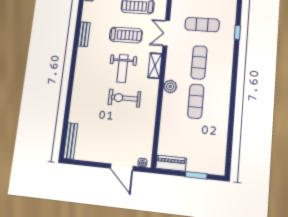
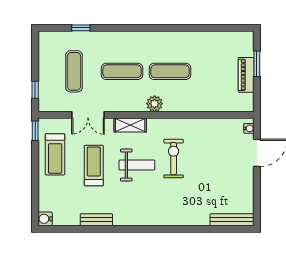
exercise bike: (124, 98) -> (174, 159), turned 180
piano: (171, 163) -> (246, 75), moved

